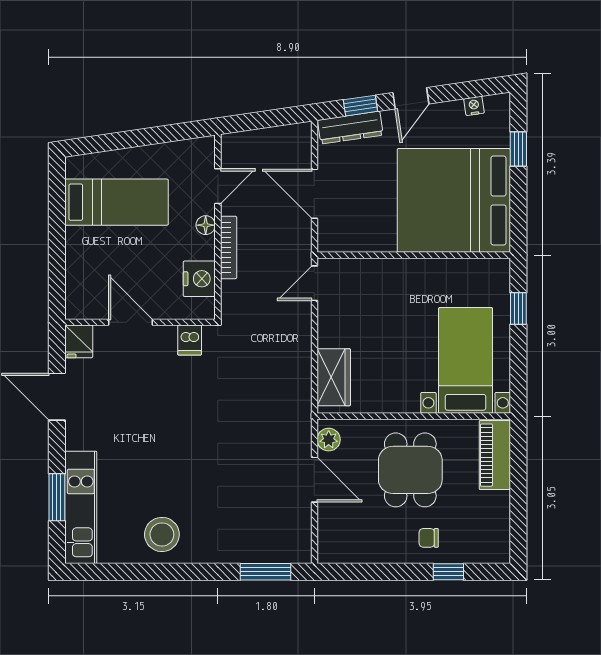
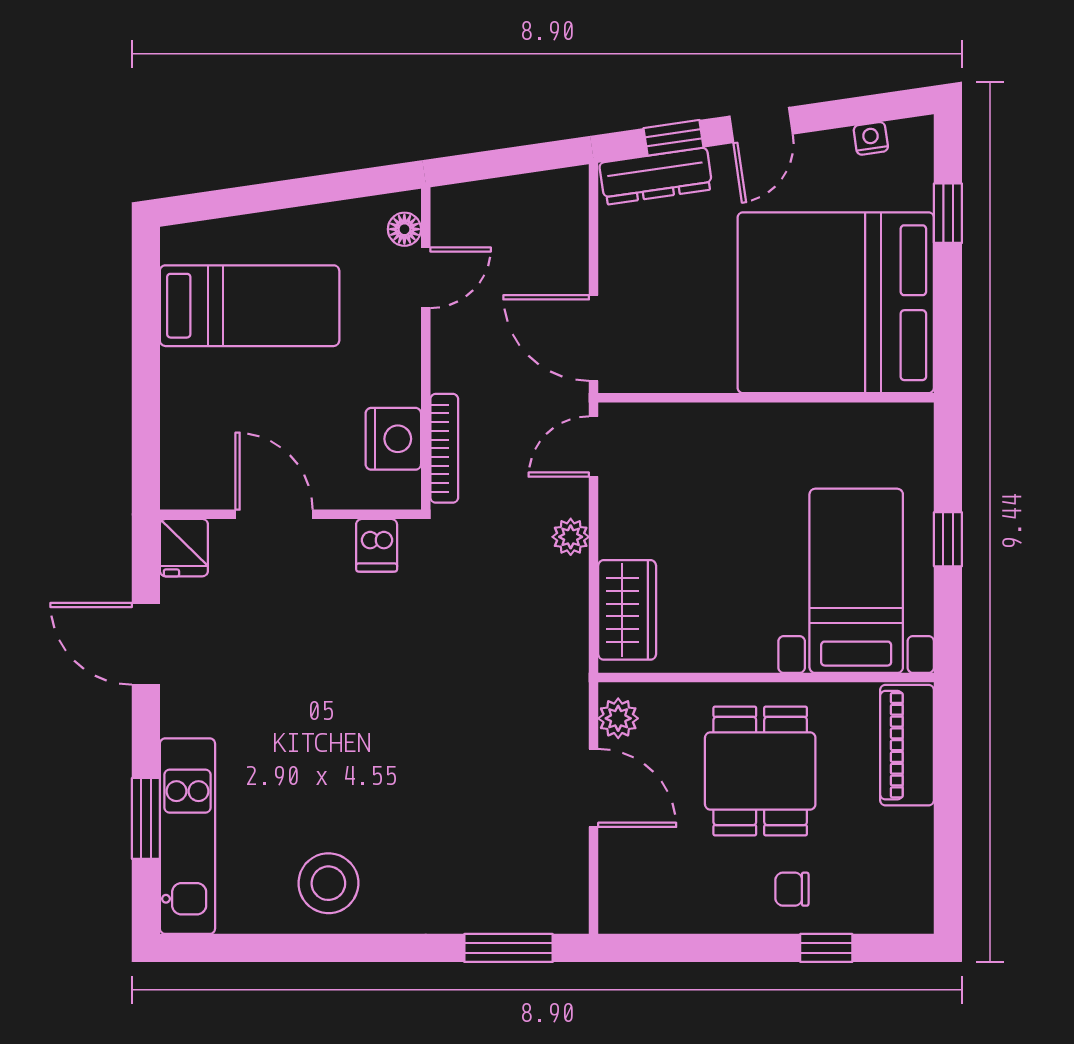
door: (314, 194) -> (594, 338), moved
floor lamp: (206, 225) -> (404, 229), moved
bookcase: (229, 247) -> (444, 448), moved
window: (518, 309) -> (948, 539), moved
plant: (301, 335) -> (571, 537), added

